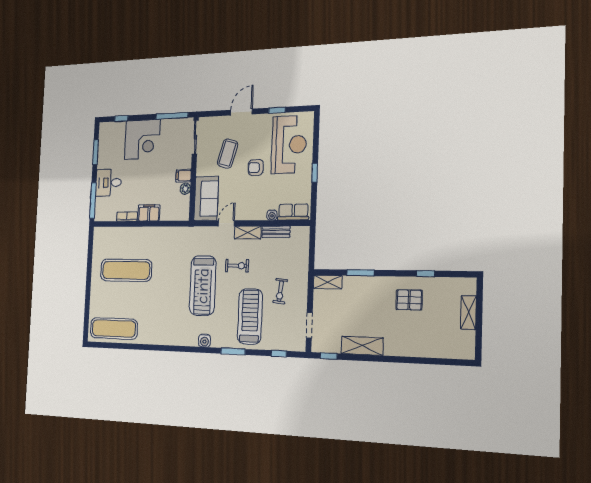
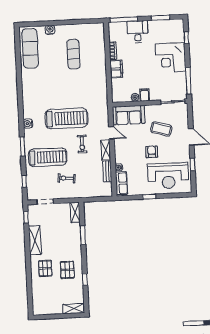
exercise mat: (126, 270) -> (73, 54), width x0.73, depth x0.69
treadmill: (203, 286) -> (66, 118), turned 180
water cooler: (95, 300) -> (50, 30), added
shelving: (468, 312) -> (74, 309), moved
pallet: (404, 334) -> (45, 268), added

